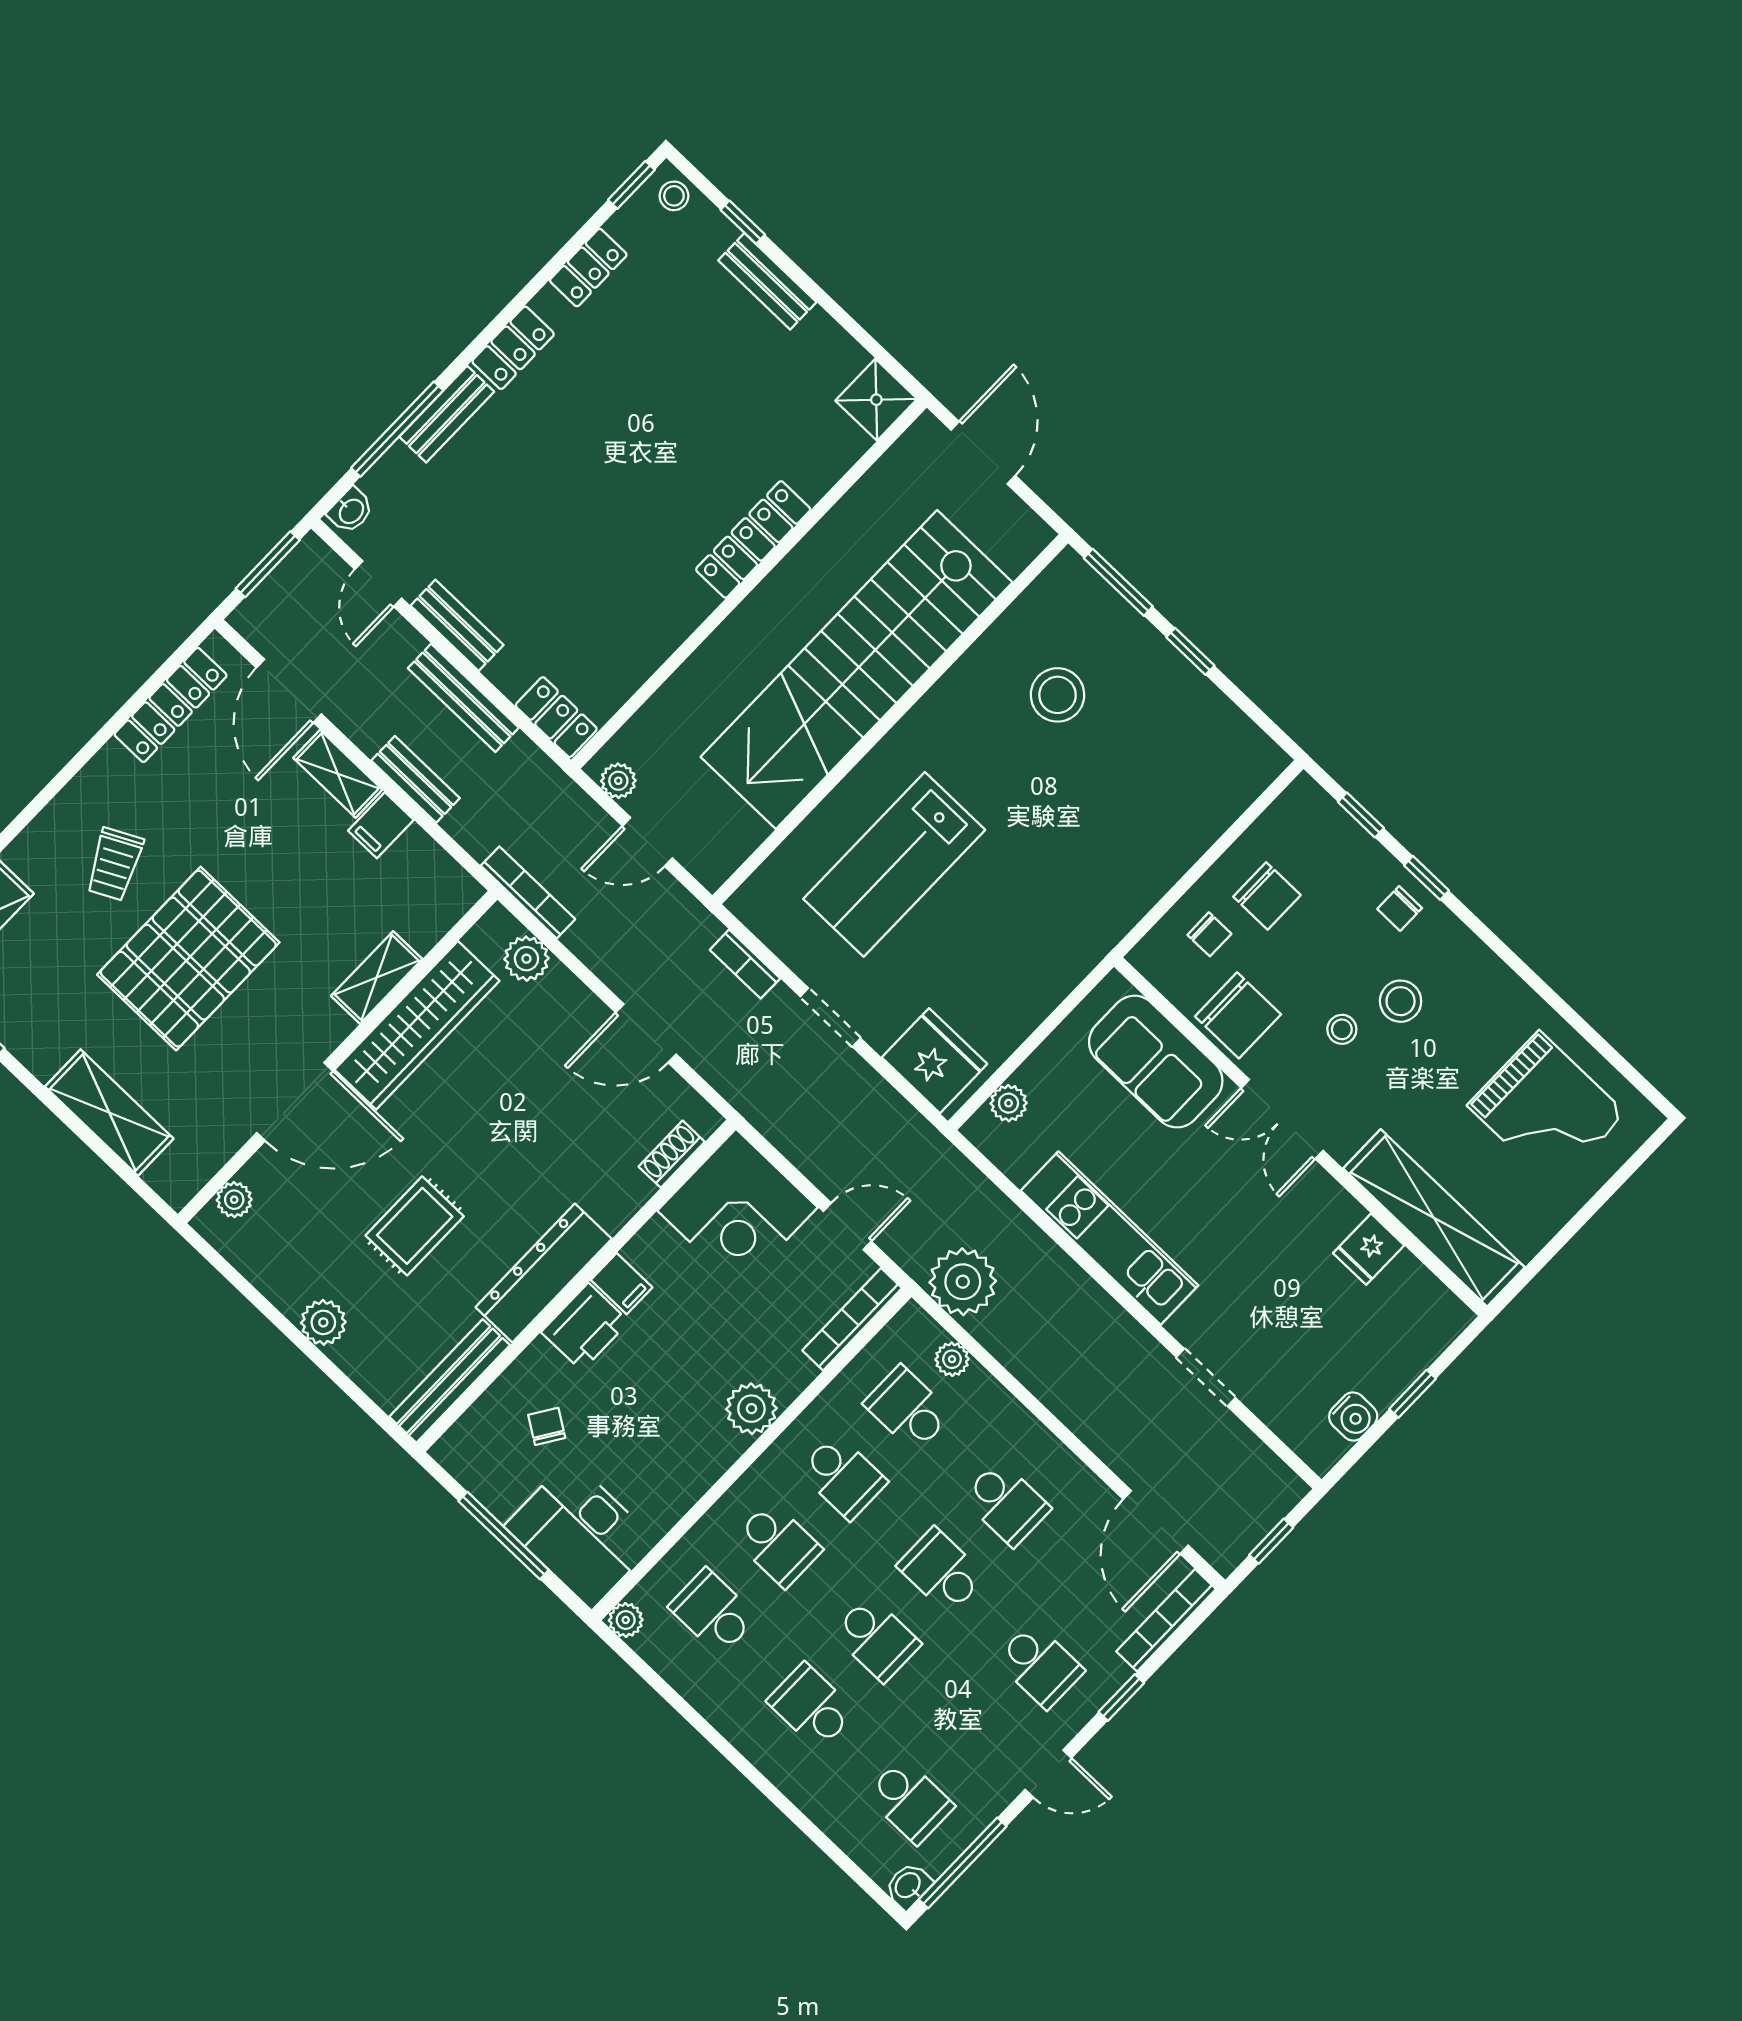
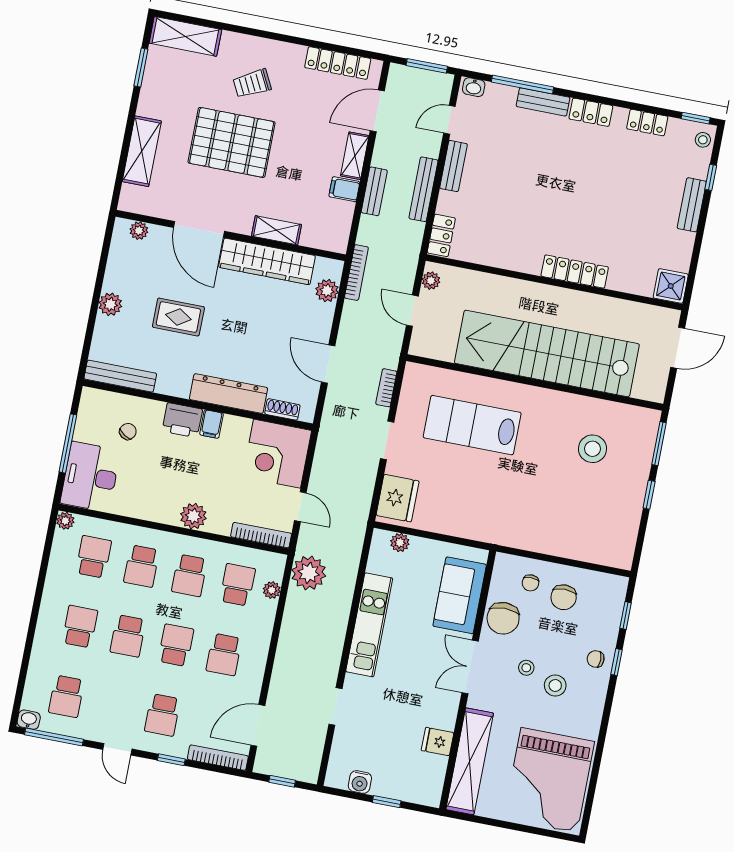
grand piano: (1547, 1109) -> (549, 780), width x1.37, depth x1.48
dresser: (544, 1273) -> (229, 394), moved

